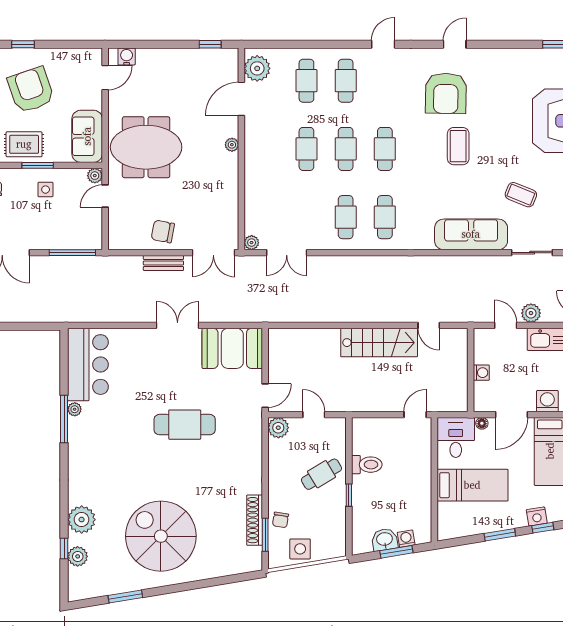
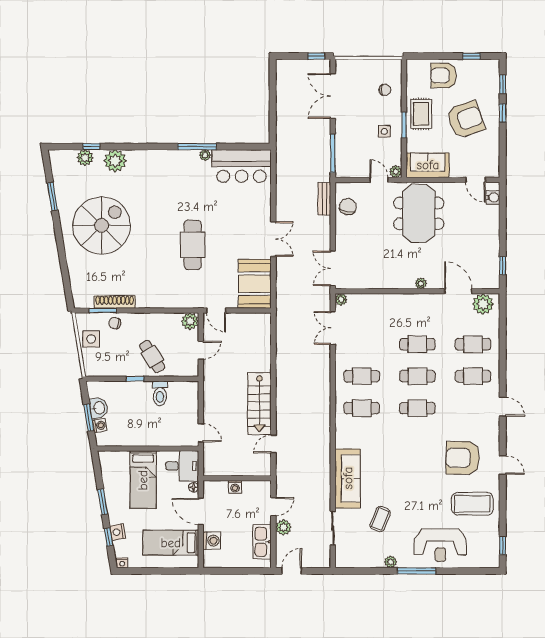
coffee table: (458, 146) -> (472, 504), moved, width x1.36, depth x1.32
chair: (163, 231) -> (348, 207), moved
bench: (163, 263) -> (324, 199), moved

